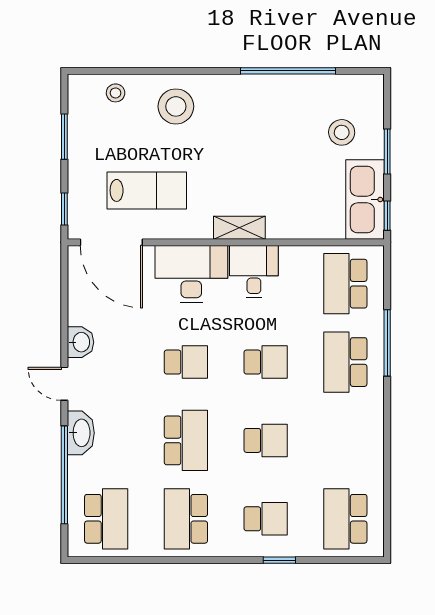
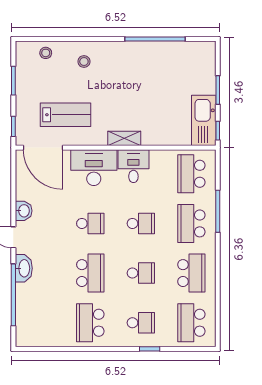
stool: (176, 106) -> (84, 62), width x0.53, depth x0.53
stool: (342, 132) -> (189, 78), removed
school desk: (106, 519) -> (191, 273), moved

